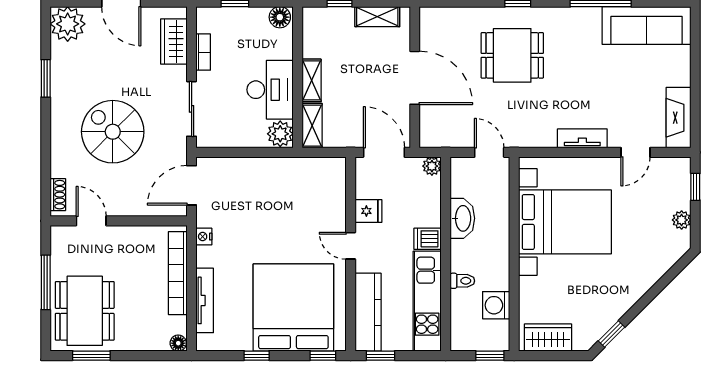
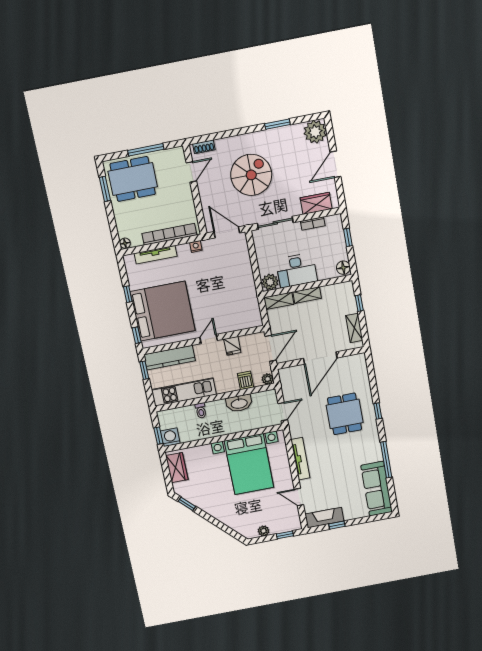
window: (695, 100) -> (337, 525), added
tv unit: (582, 138) -> (300, 459), width x1.41
dishwasher: (428, 239) -> (246, 380), moved
washing machine: (496, 305) -> (170, 437), moved

